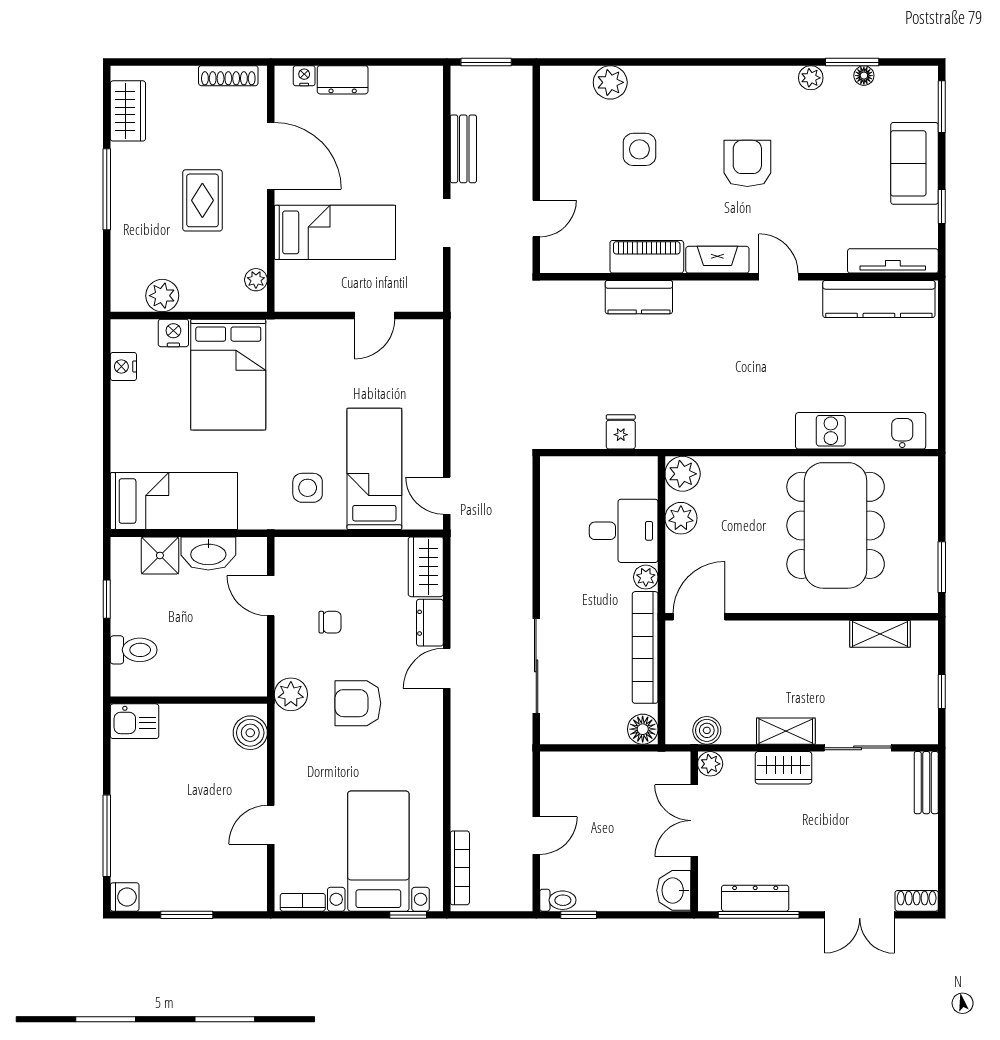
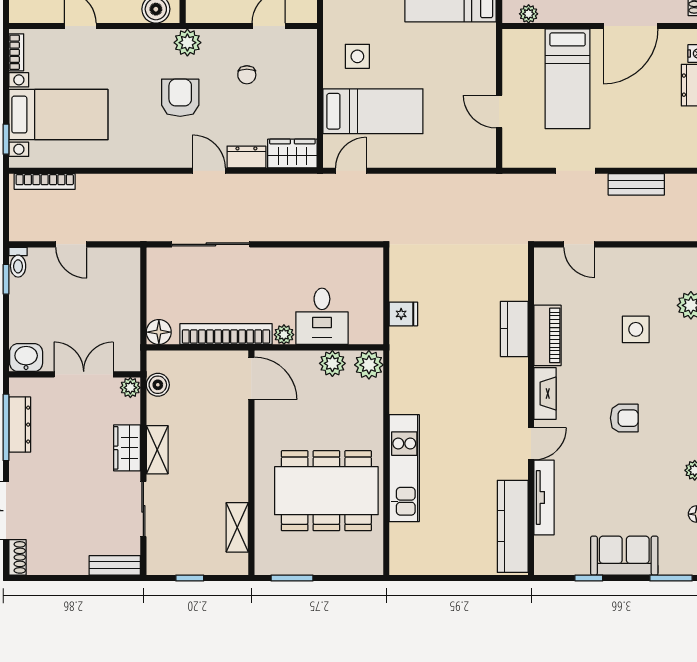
armchair: (747, 163) -> (624, 418), width x0.72, depth x0.72
tv unit: (893, 261) -> (544, 498), moved
kitchen unit: (861, 431) -> (404, 468), moved

